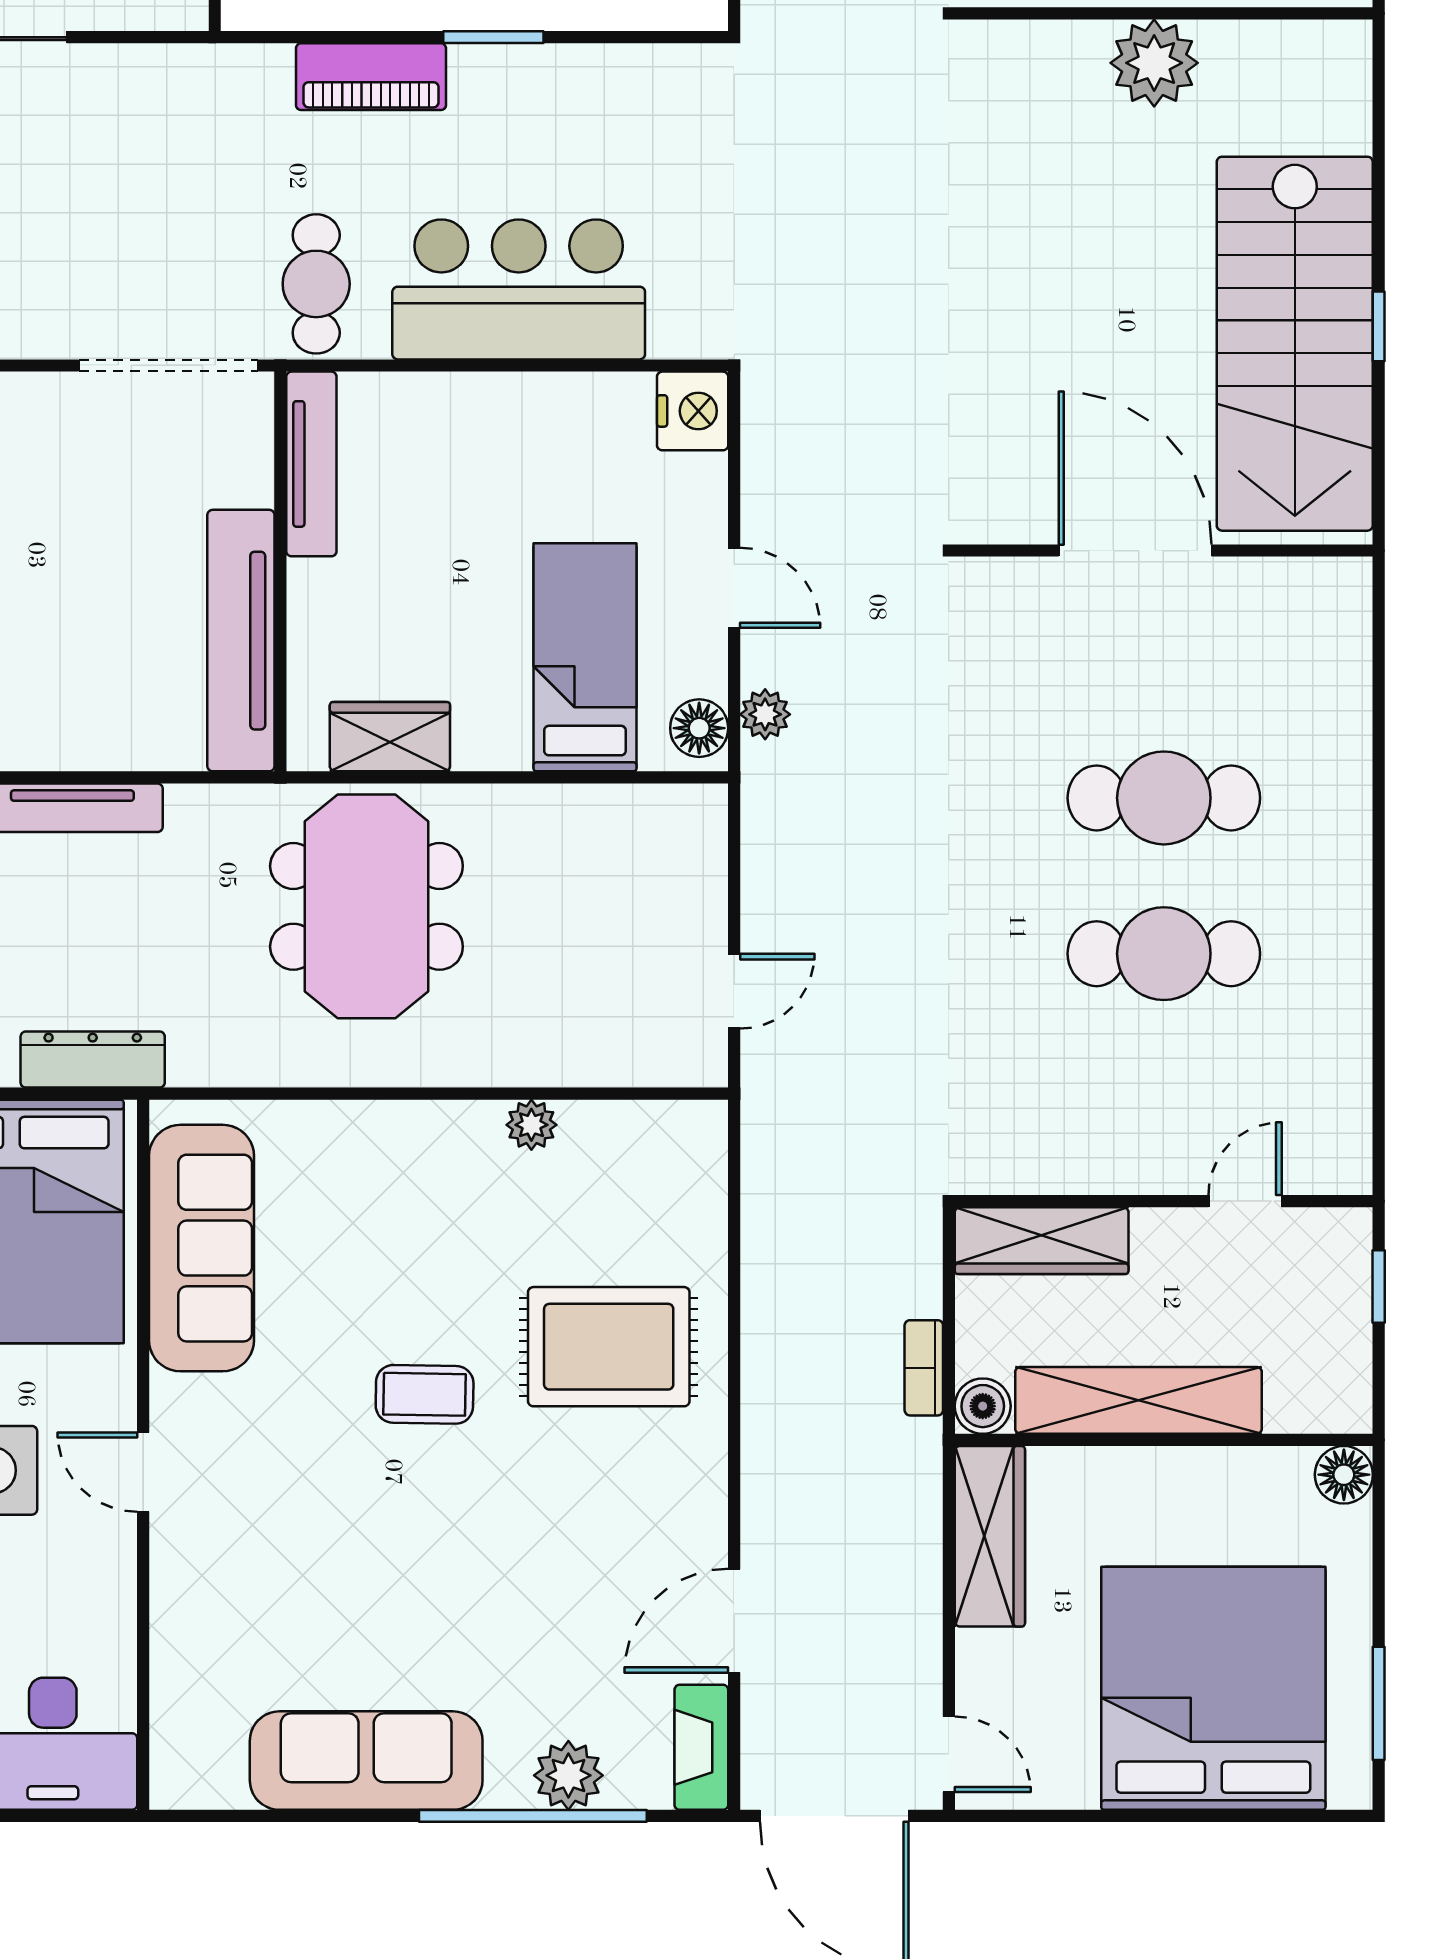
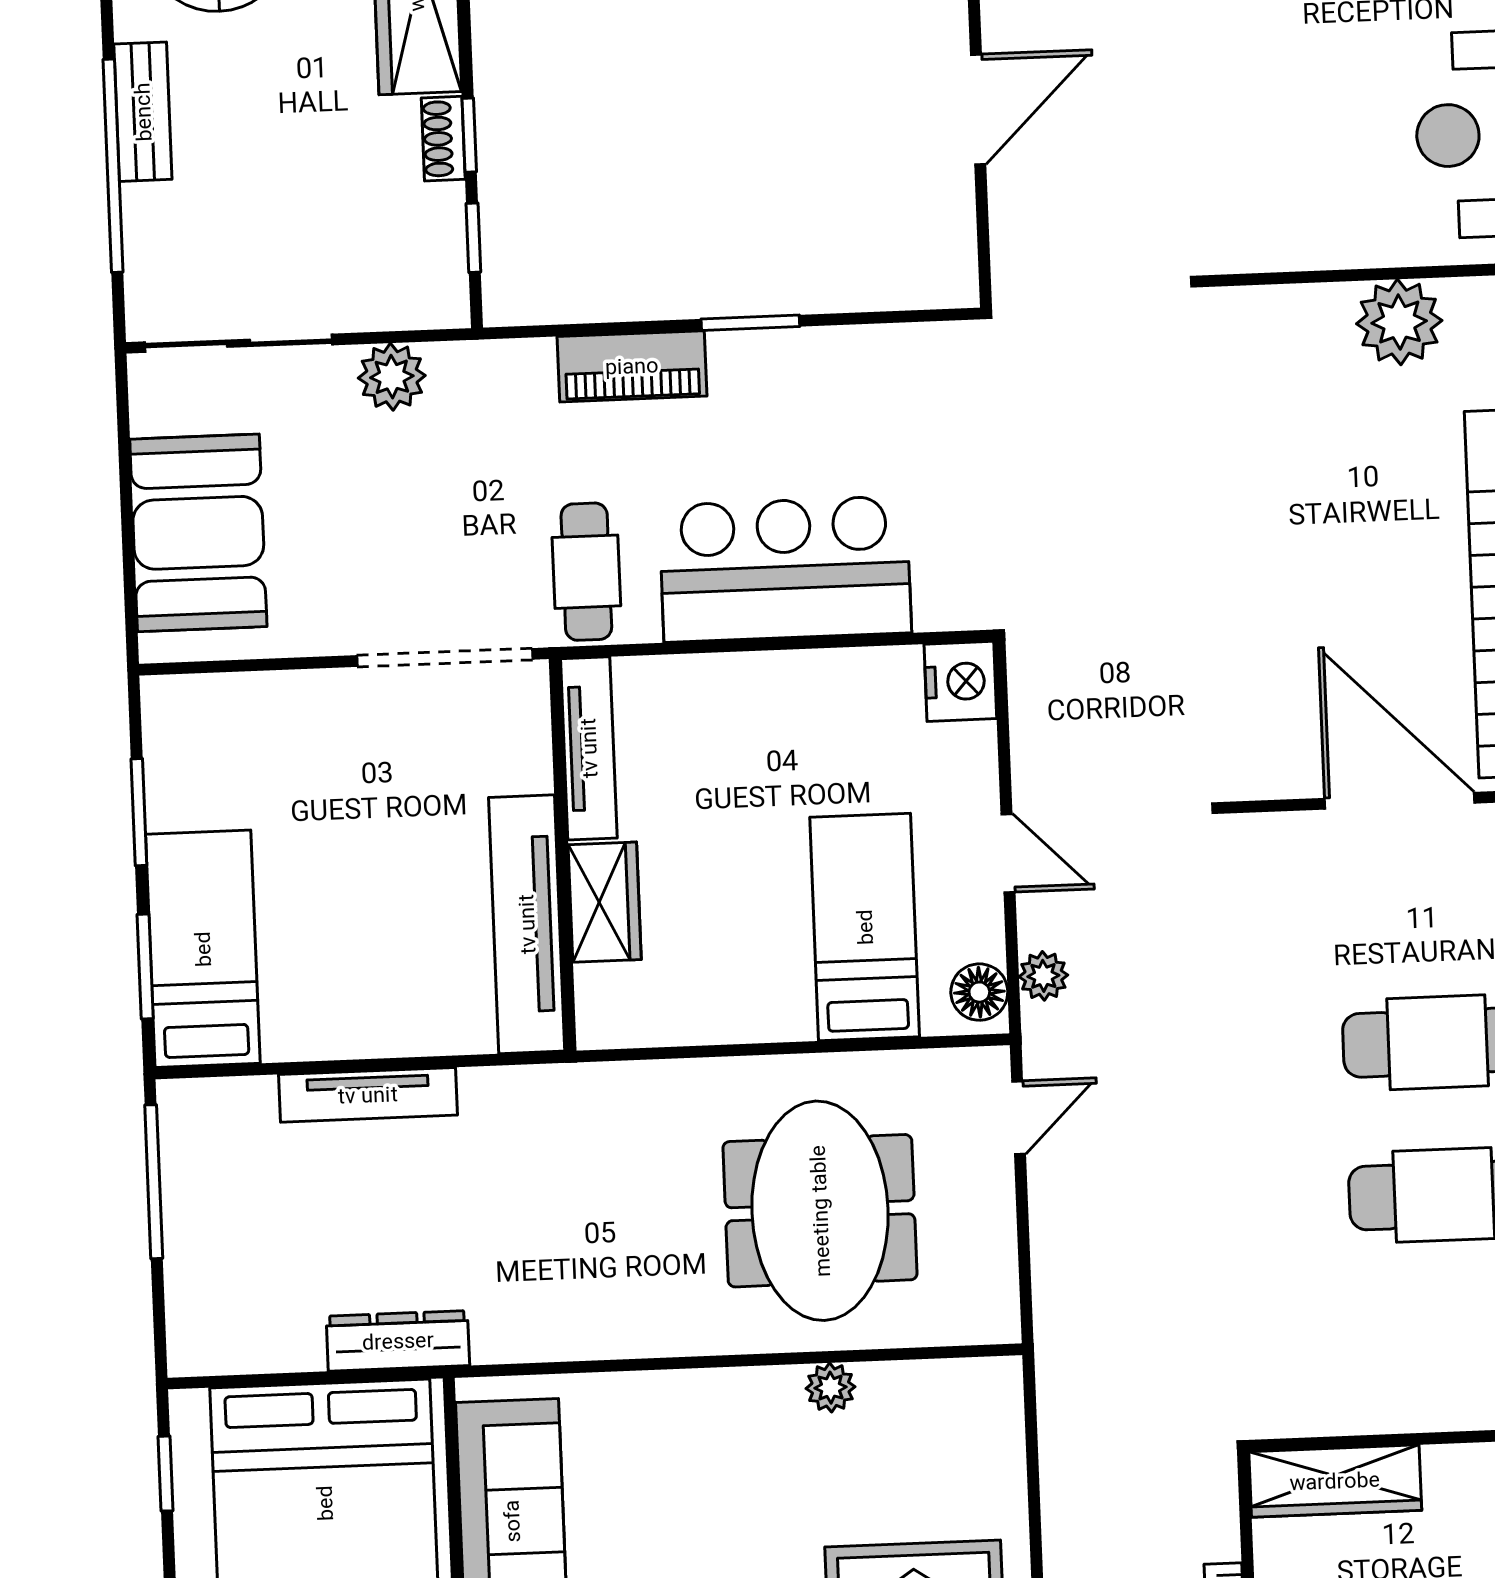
plant: (126, 77) -> (392, 377), added
wardrobe: (390, 737) -> (605, 902), moved, turned 90
meeting table: (366, 906) -> (820, 1211), moved
door: (734, 991) -> (1019, 1118), moved

